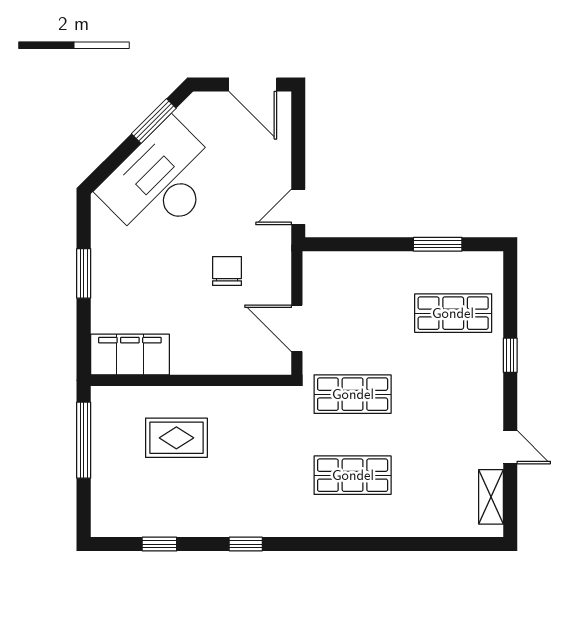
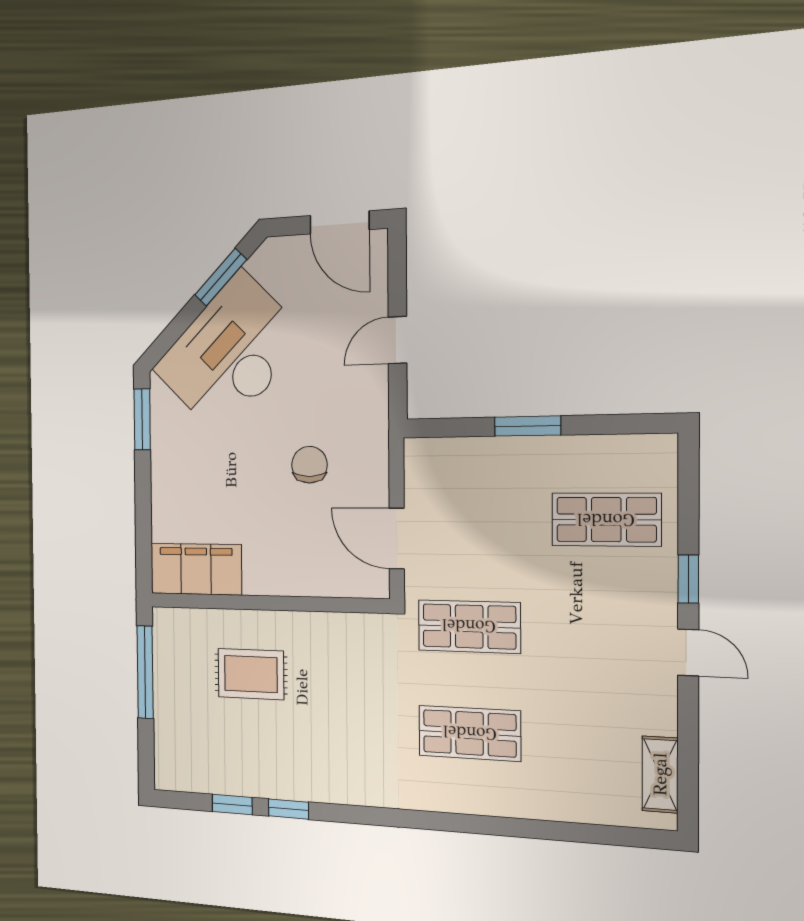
door: (298, 207) -> (398, 340), moved
window: (438, 244) -> (528, 426), moved
window: (84, 273) -> (142, 419), moved
door: (510, 447) -> (688, 653), moved
window: (246, 544) -> (288, 809), moved

